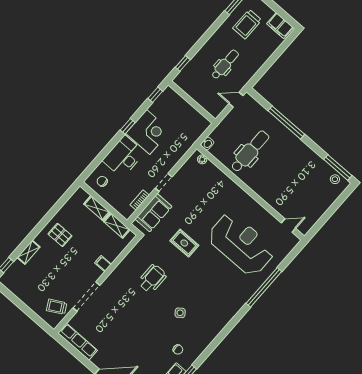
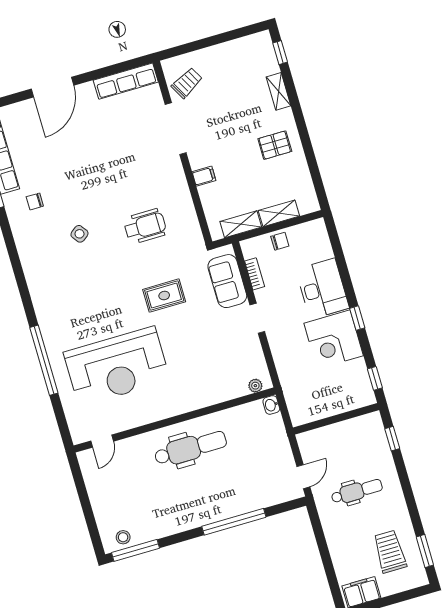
dental chair: (225, 64) -> (357, 491), turned -90
dental chair: (250, 151) -> (191, 448), moved, turned -90
chair: (102, 181) -> (280, 241), moved
wheelchair: (152, 279) -> (145, 226), turned -90

